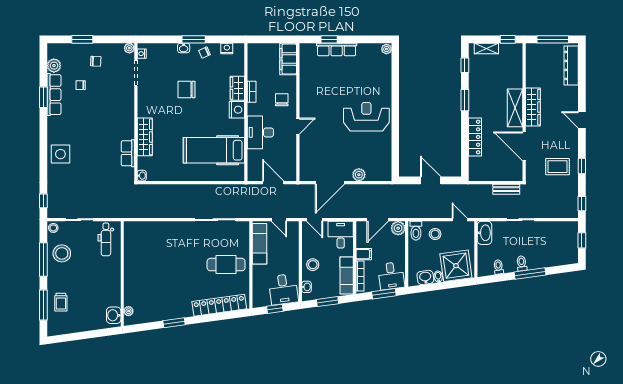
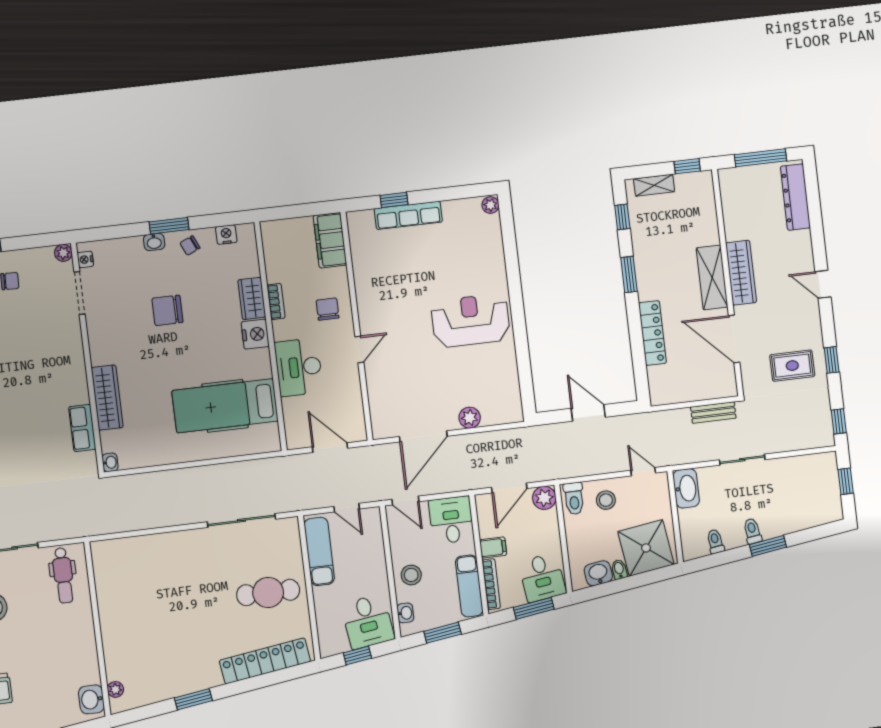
window: (530, 274) -> (768, 546), width x0.69

